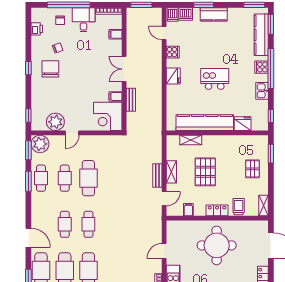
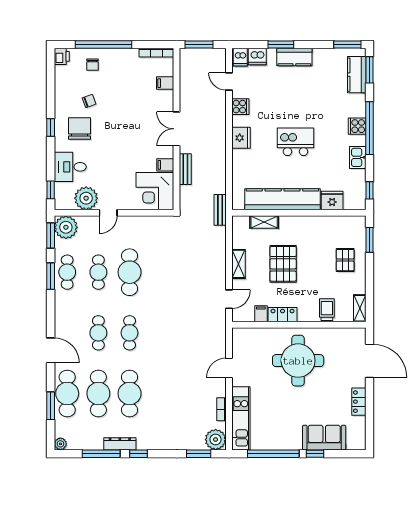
desk: (84, 20) -> (70, 167), moved, turned -90
printer: (37, 29) -> (62, 56), moved
kitchen counter: (261, 35) -> (357, 75), width x0.67
bench: (157, 176) -> (220, 210), moved
locker: (217, 210) -> (283, 315), moved

